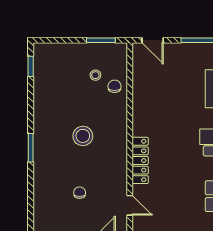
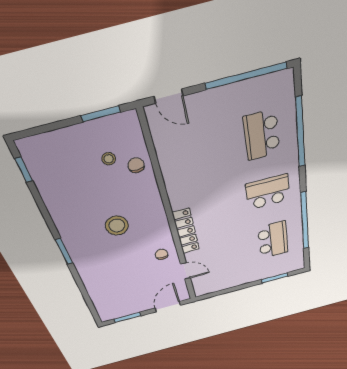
chair: (80, 193) -> (162, 254), moved

